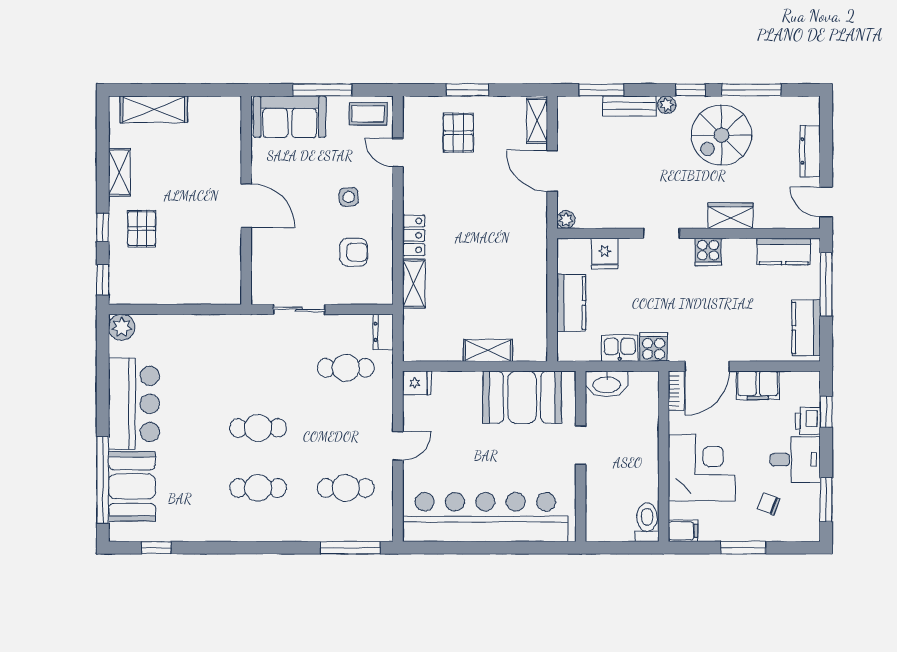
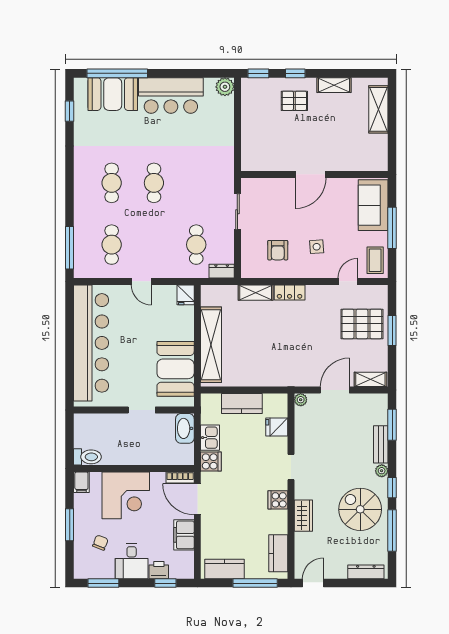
pallet: (458, 133) -> (362, 324), width x1.50, depth x1.42
dresser: (810, 151) -> (366, 572), moved
shelving: (488, 351) -> (211, 345), width x2.20, depth x1.33

